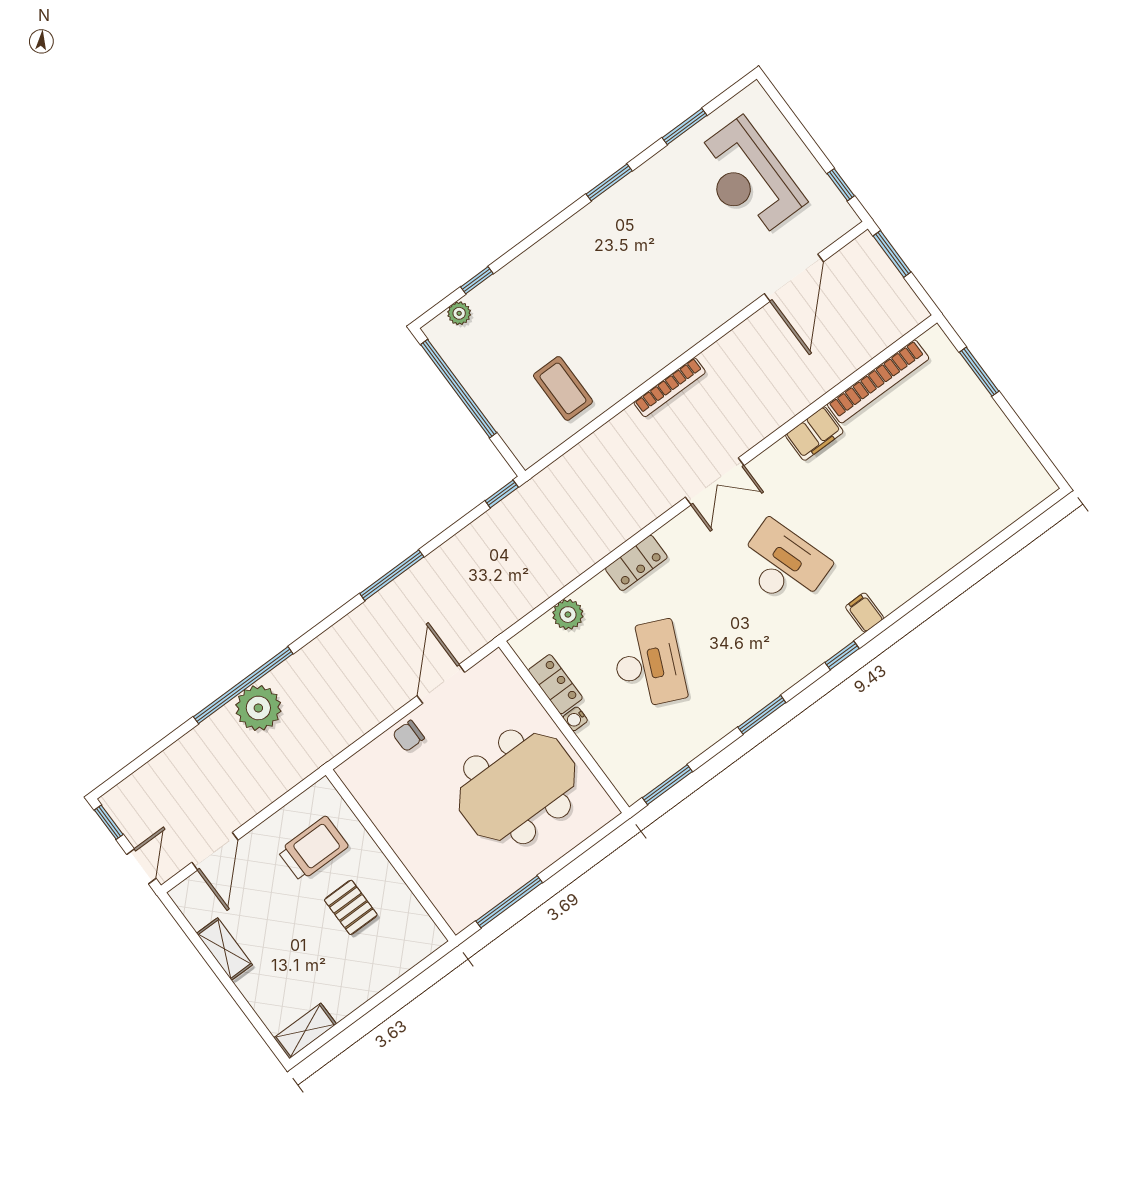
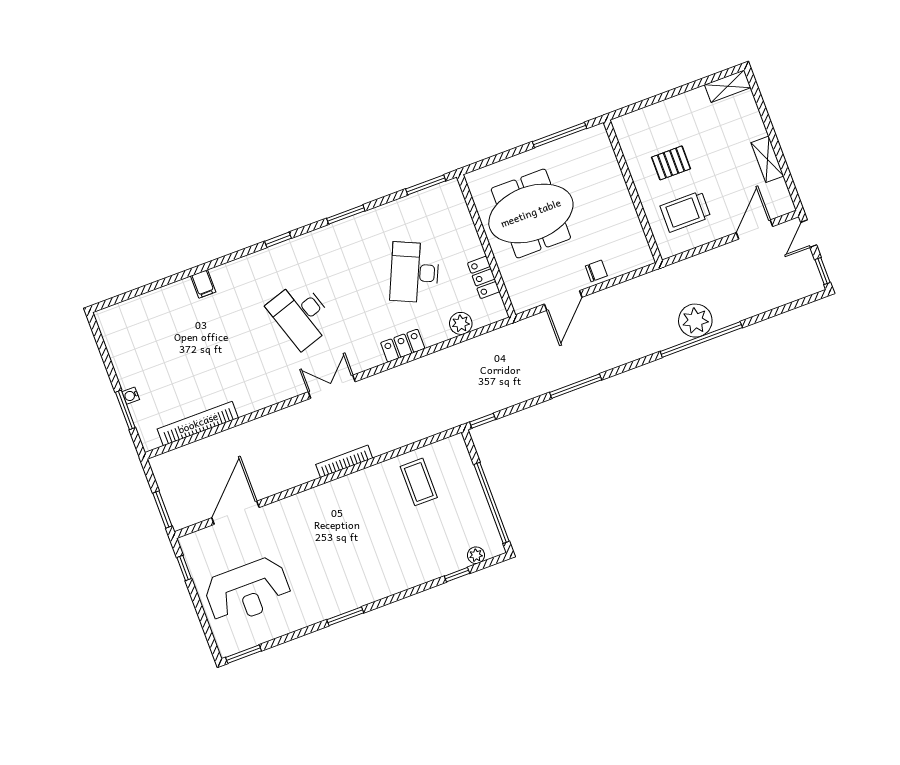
window: (685, 127) -> (244, 654), moved
reception desk: (748, 178) -> (248, 591), turned 90
filing cabinet: (814, 434) -> (253, 400), removed
filing cabinet: (865, 613) -> (203, 284), moved
water cooler: (575, 719) -> (131, 396), moved, turned 180
pallet: (351, 907) -> (671, 163), turned 90

